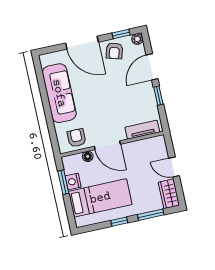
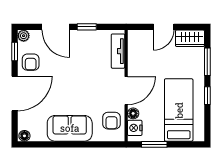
armchair: (114, 51) -> (31, 62), turned 74
floor lamp: (45, 60) -> (24, 136), added
sofa: (59, 93) -> (70, 128), width x0.73
armchair: (77, 138) -> (111, 121), turned -90
nightstand: (73, 182) -> (135, 128), moved, turned 90

